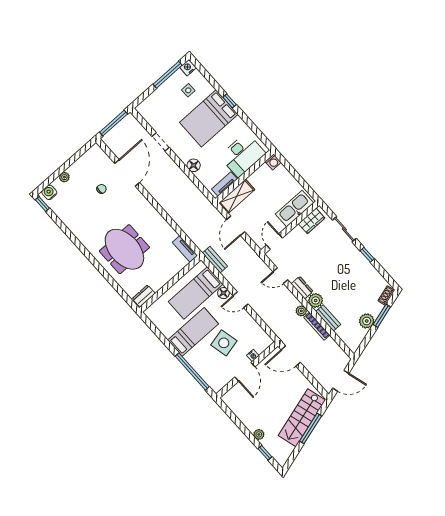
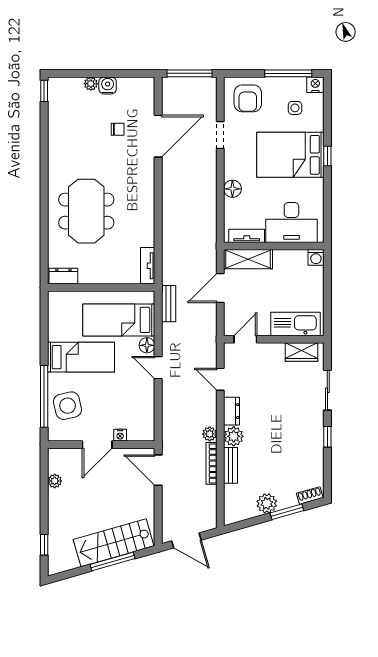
armchair: (158, 108) -> (248, 98), added
water cooler: (49, 192) -> (108, 85), moved
side table: (224, 343) -> (68, 406), moved
plant: (259, 434) -> (55, 481), moved

